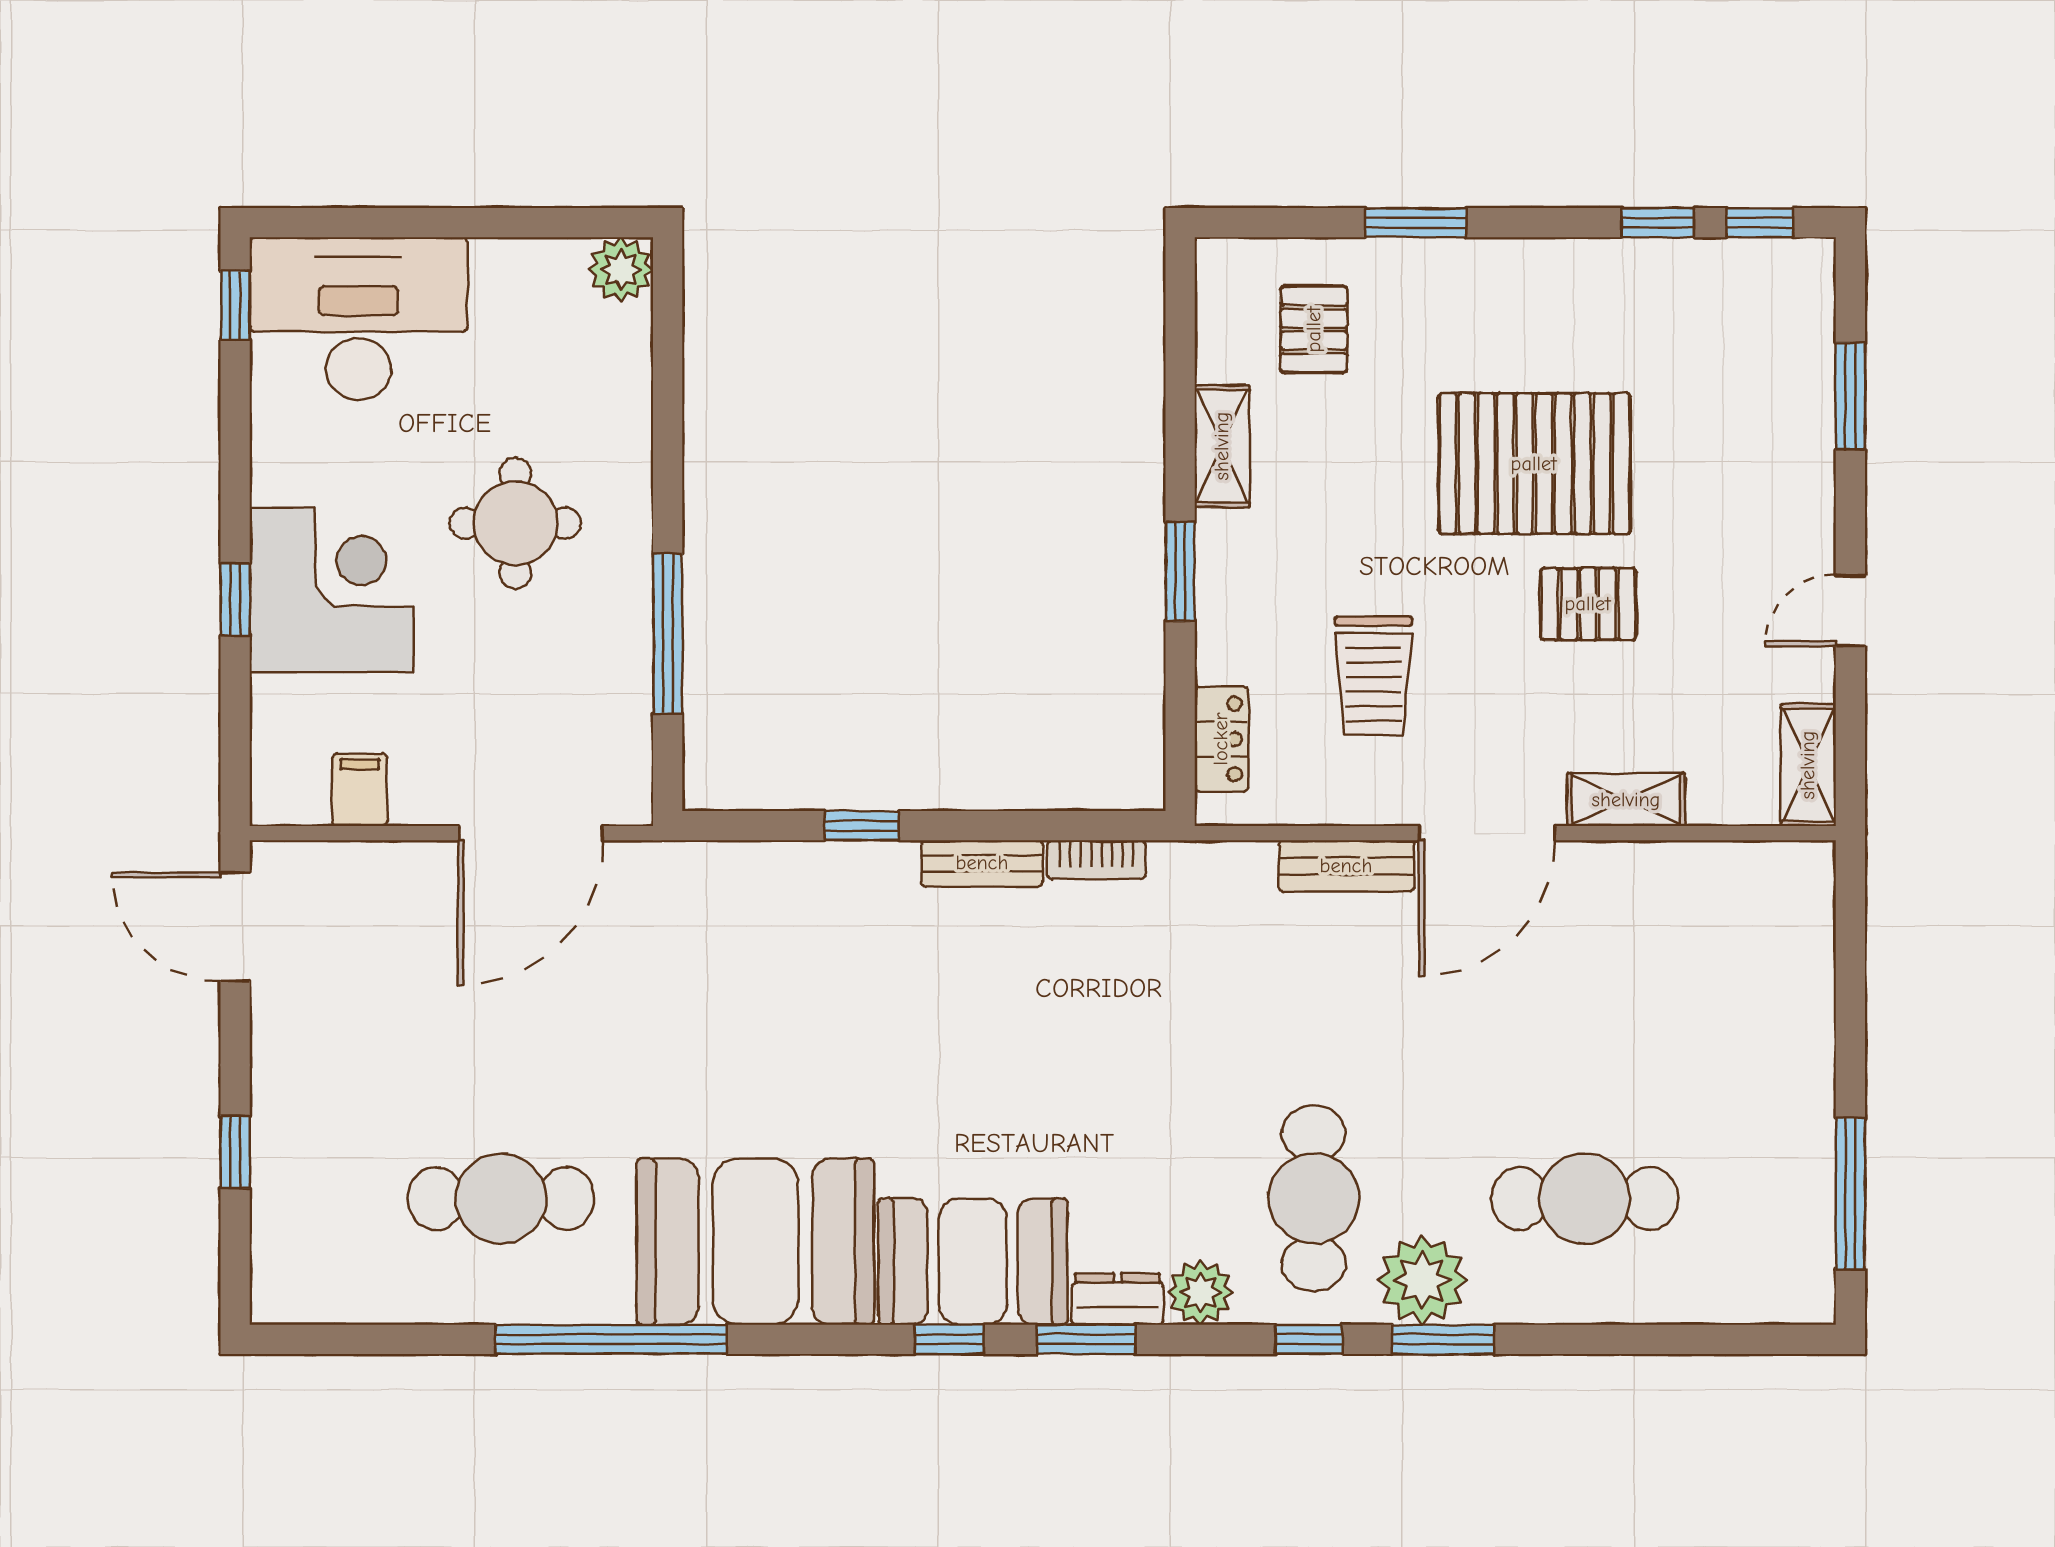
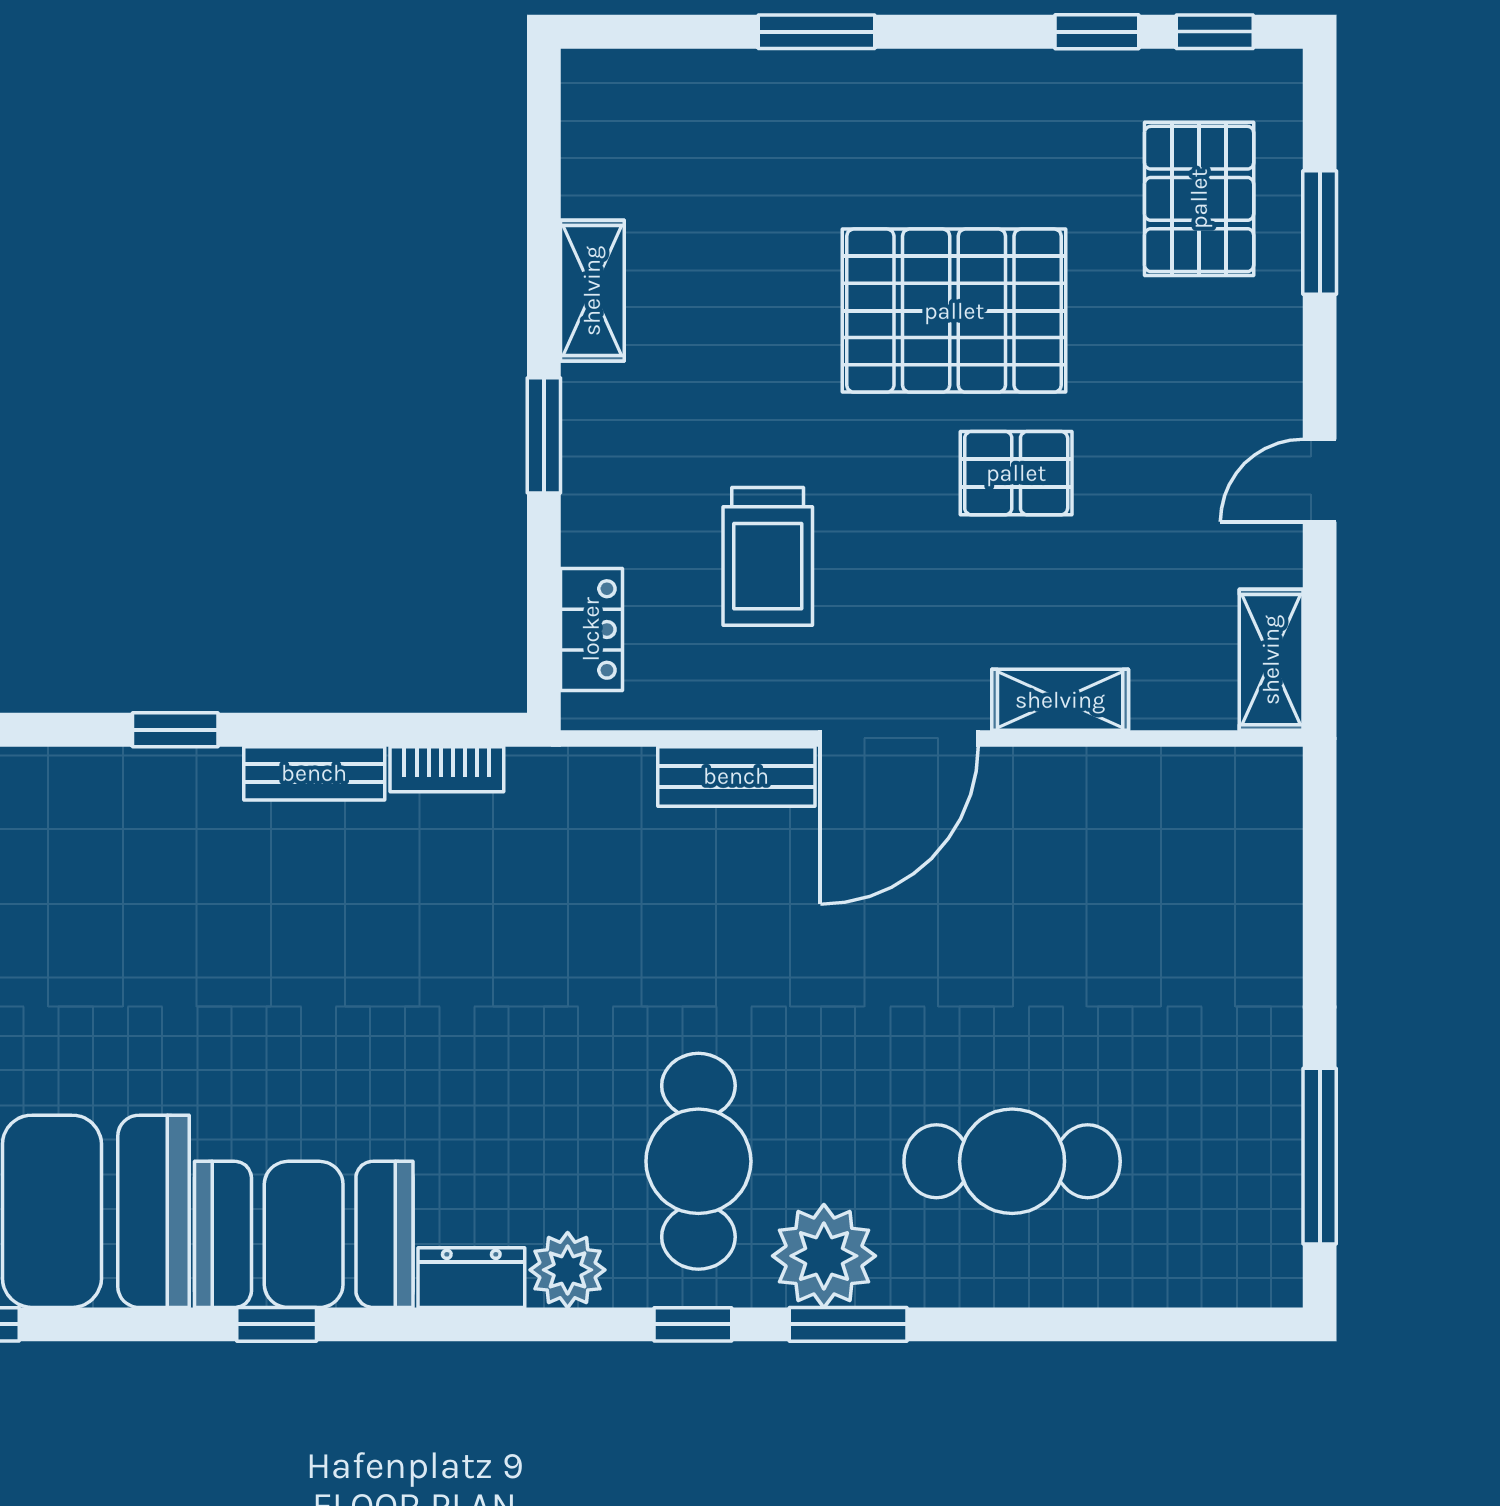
pallet: (1314, 329) -> (1199, 199), moved, width x1.50, depth x1.42
window: (1086, 1339) -> (435, 1324), removed

